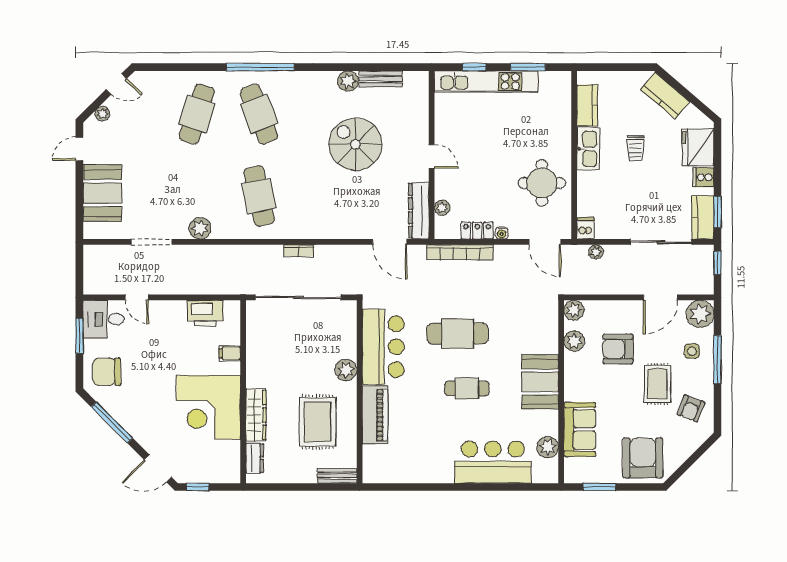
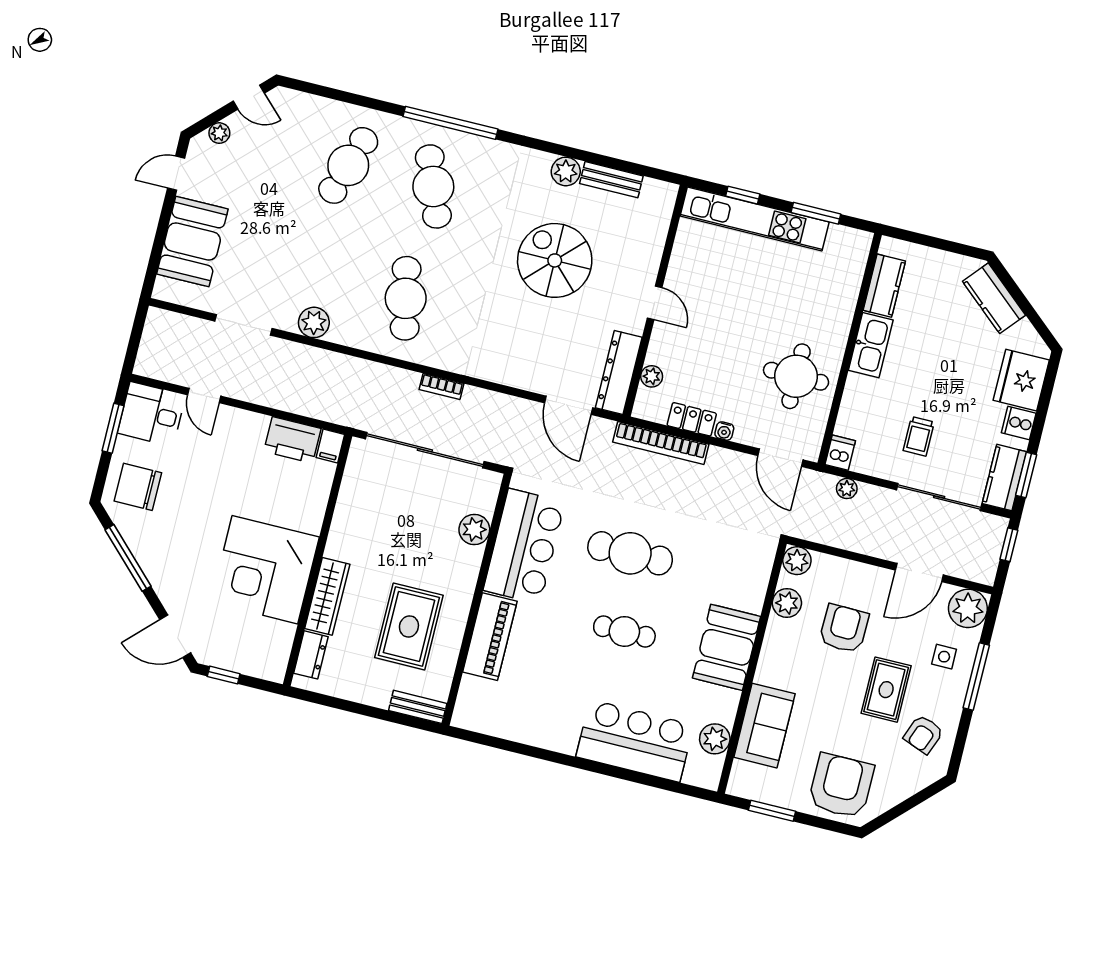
trolley: (635, 148) -> (919, 436), moved
armchair: (618, 349) -> (844, 629), turned 91
filing cabinet: (230, 353) -> (330, 446), moved, turned -90
plant: (346, 370) -> (474, 529), moved

